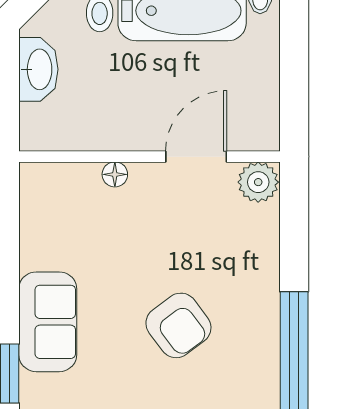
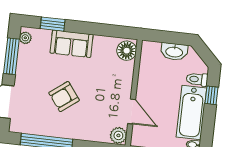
floor lamp: (115, 174) -> (127, 51), moved, width x1.89, depth x1.89

